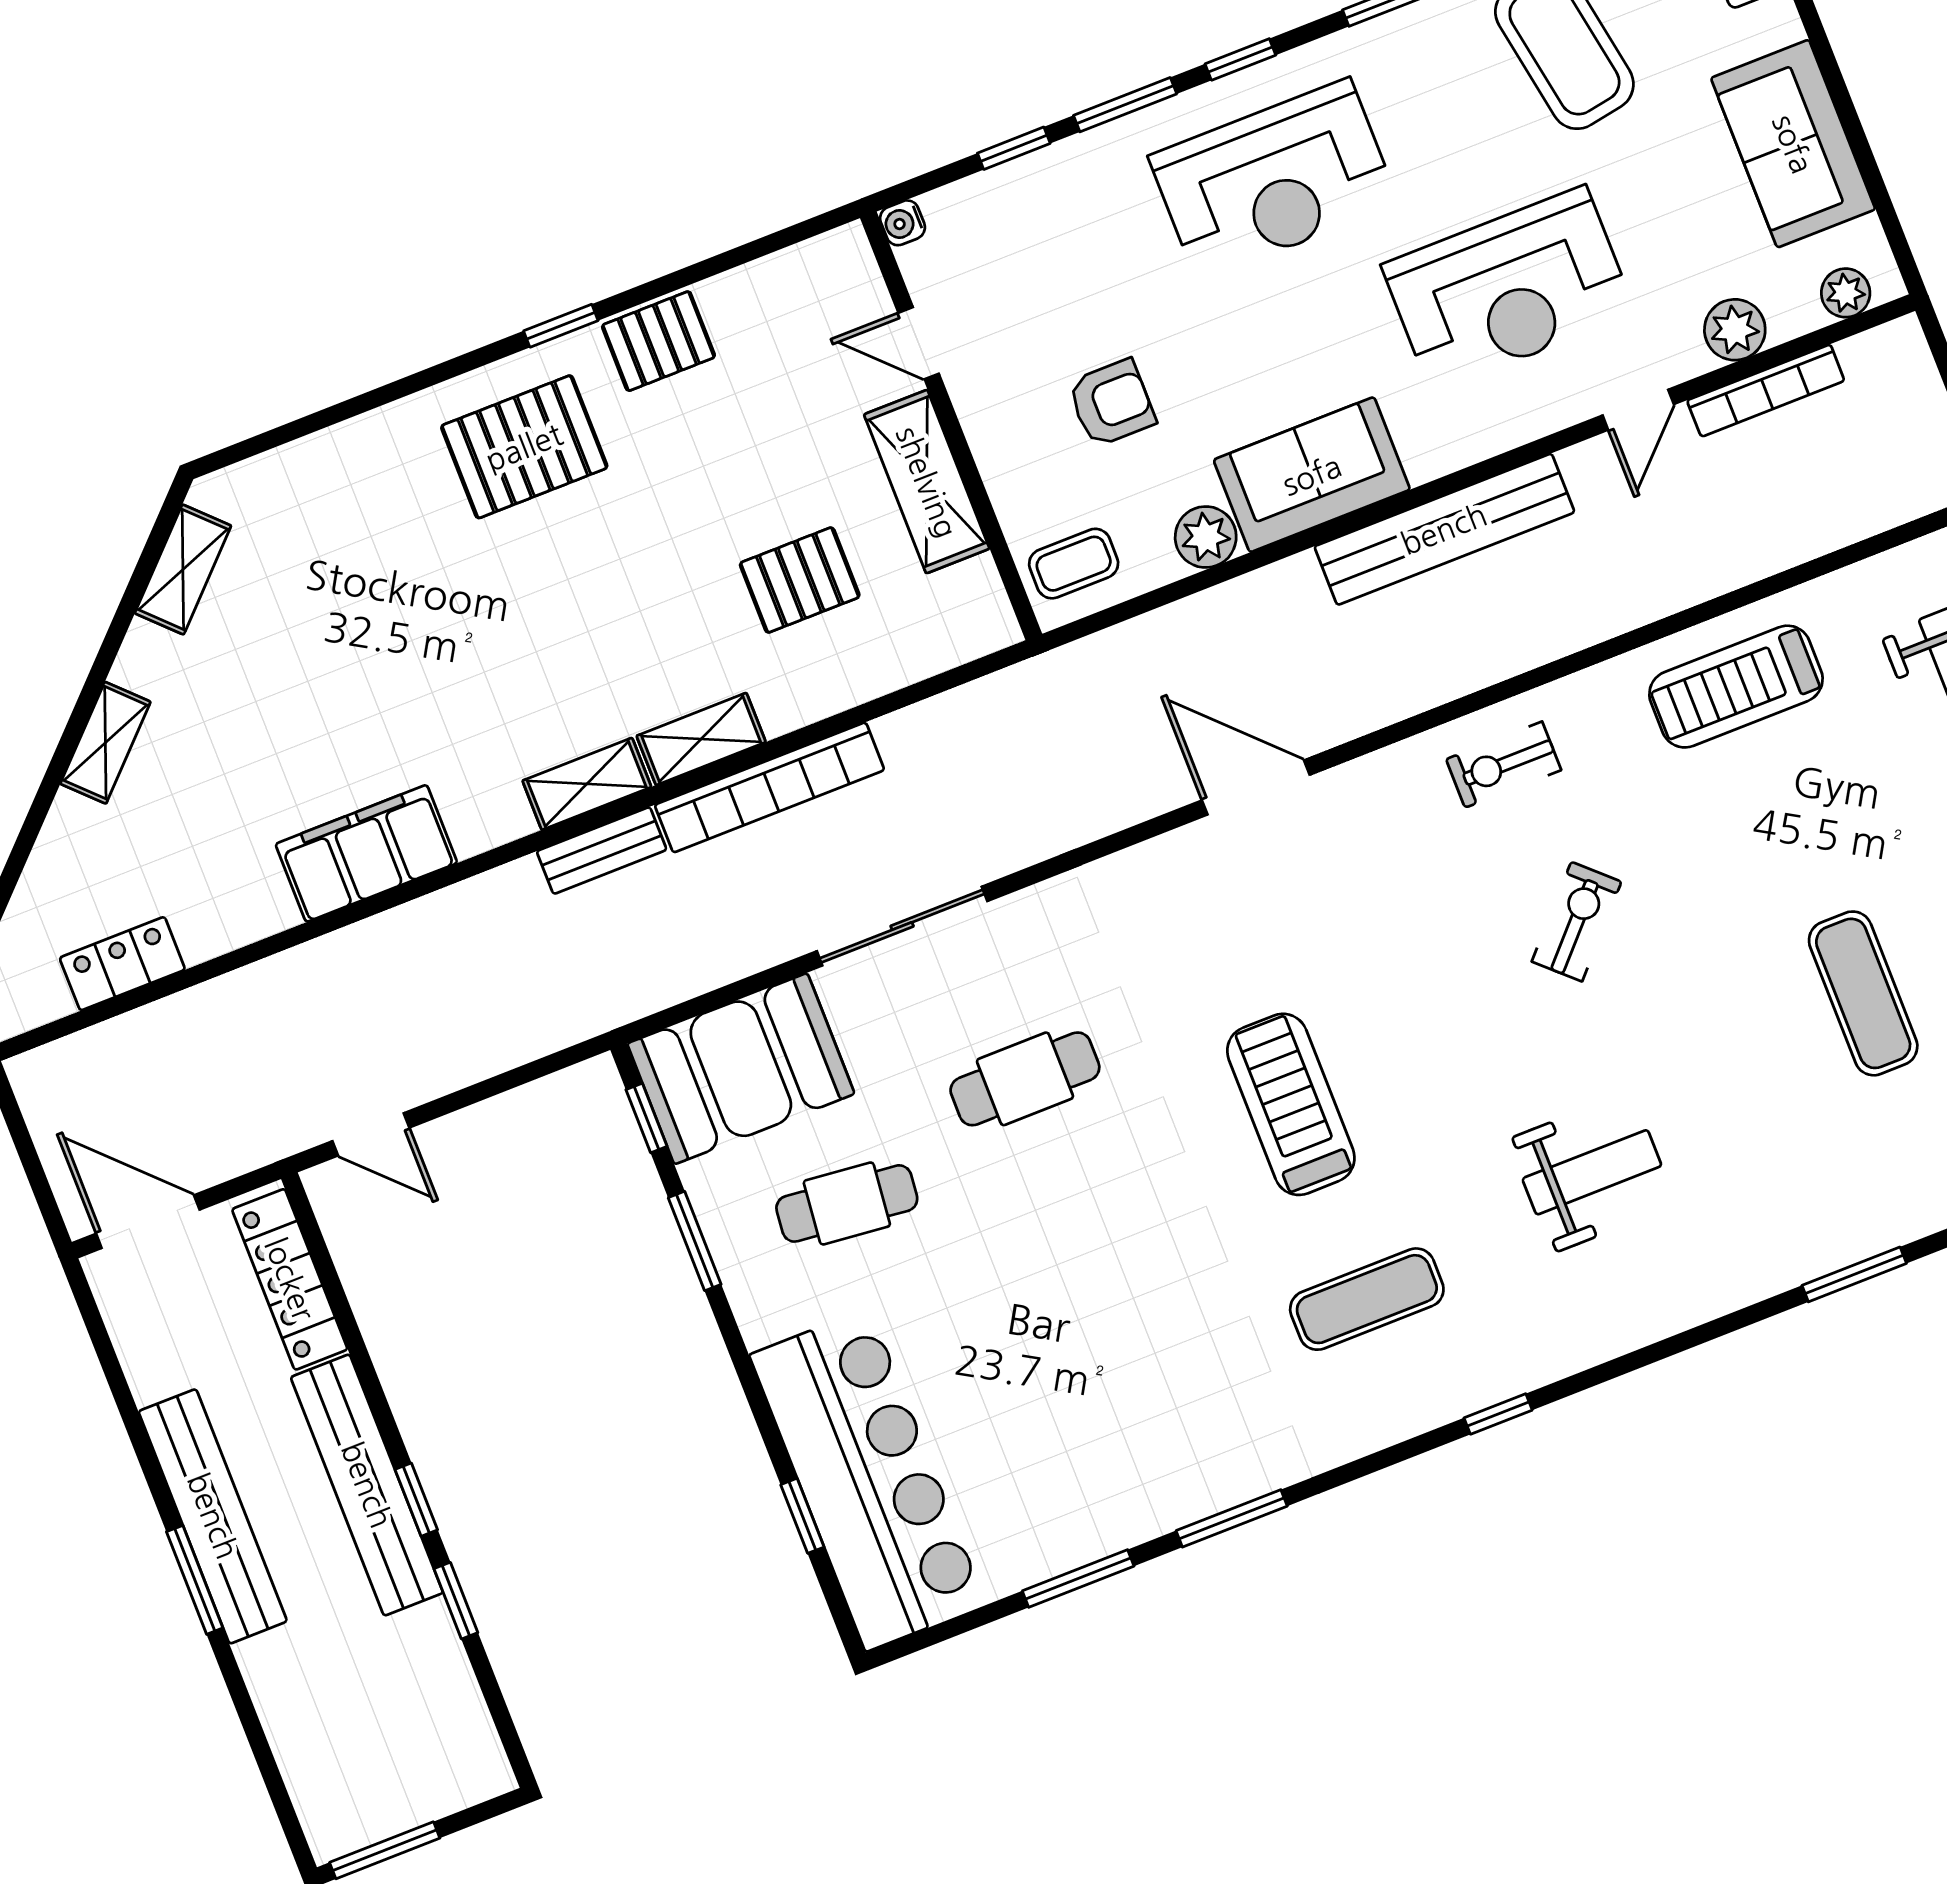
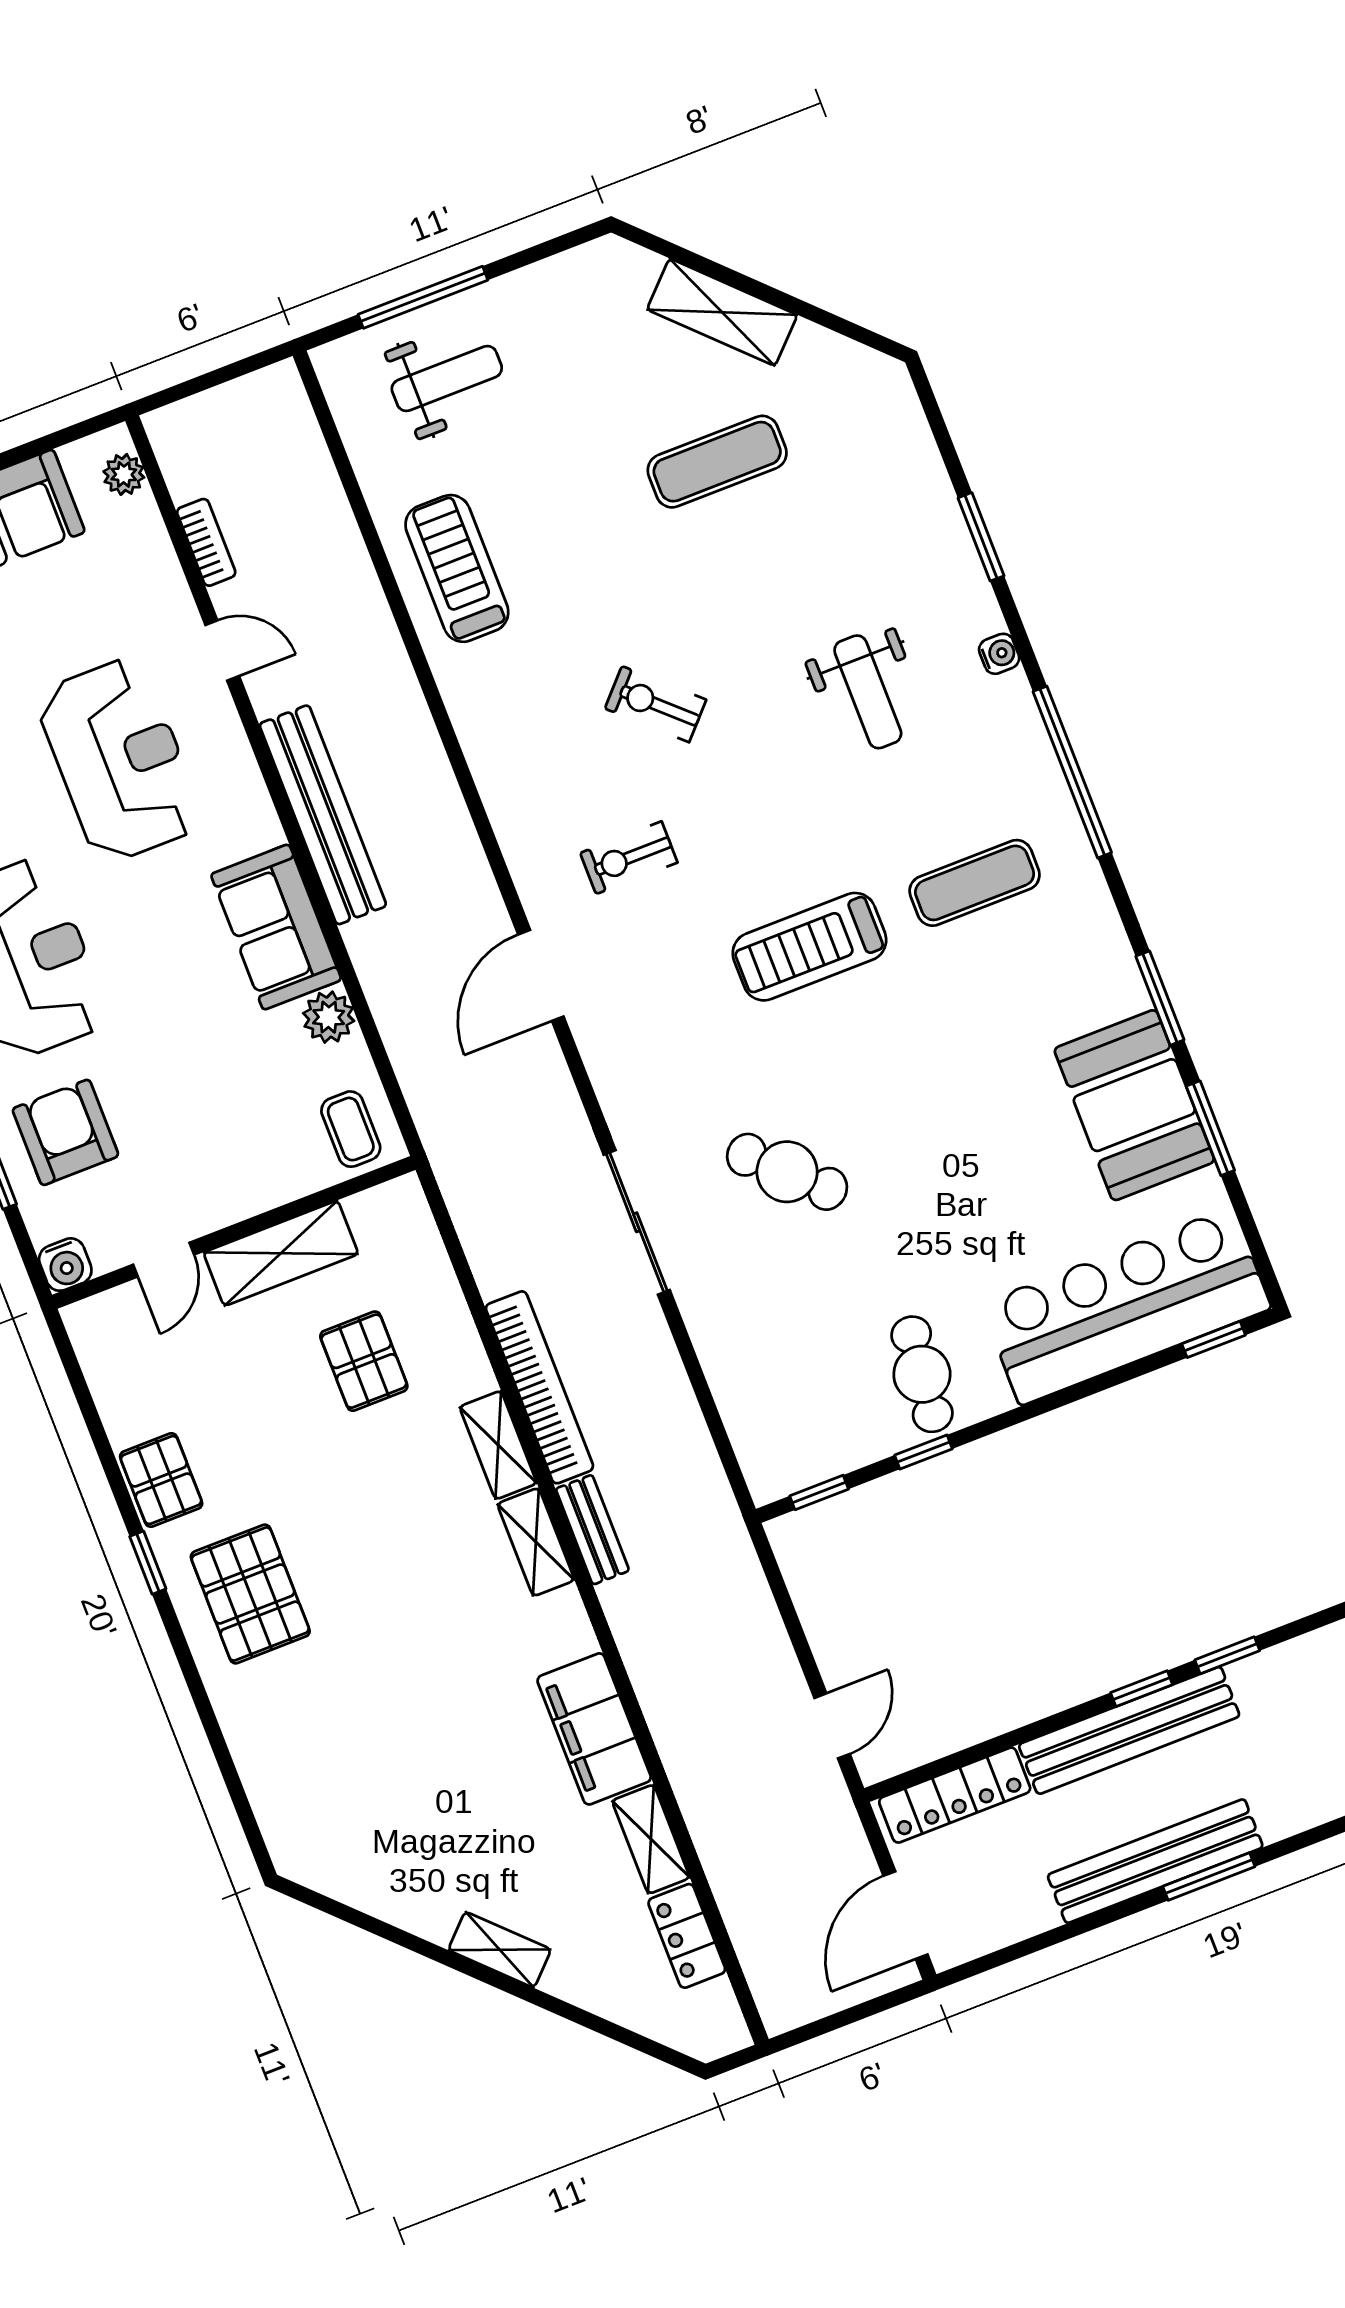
water cooler: (903, 223) -> (65, 1265), width x1.38, depth x1.38
plant: (1735, 330) -> (155, 568), removed
bookcase: (1766, 391) -> (206, 542), width x0.64
armchair: (1112, 403) -> (65, 1132), moved, width x1.38, depth x1.38
shelving: (183, 569) -> (651, 1839), moved, turned 45
treadmill: (1736, 687) -> (457, 568), turned 180
exercise bike: (1504, 765) -> (629, 858), moved, turned 90
sliding door: (902, 926) -> (637, 1222), moved
booth: (741, 1069) -> (1134, 1105), moved
cafe table: (1025, 1079) -> (787, 1172), turned -46
weight bench: (1592, 1172) -> (868, 692), turned 180
cafe table: (847, 1203) -> (922, 1374), moved
window: (695, 1241) -> (923, 1452), width x0.67
window: (1854, 1274) -> (981, 537), moved
exercise mat: (1367, 1299) -> (975, 883), turned 90
water cooler: (1637, 1327) -> (999, 654), added
window: (1498, 1414) -> (1072, 772), width x3.17
window: (802, 1516) -> (1214, 1339), moved

